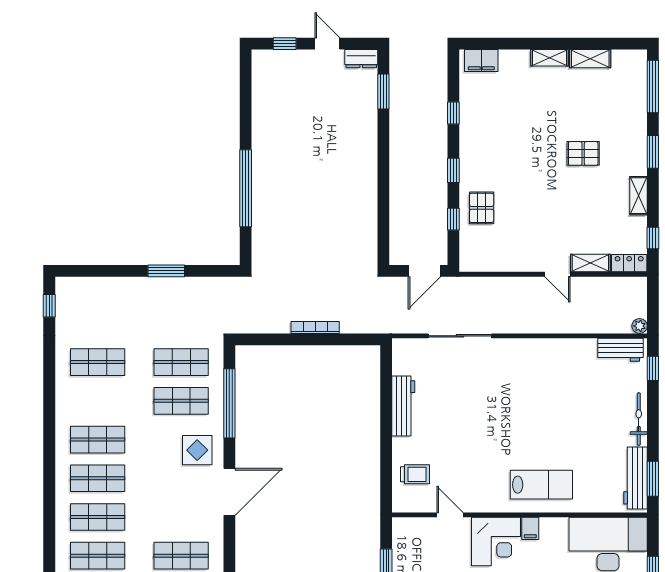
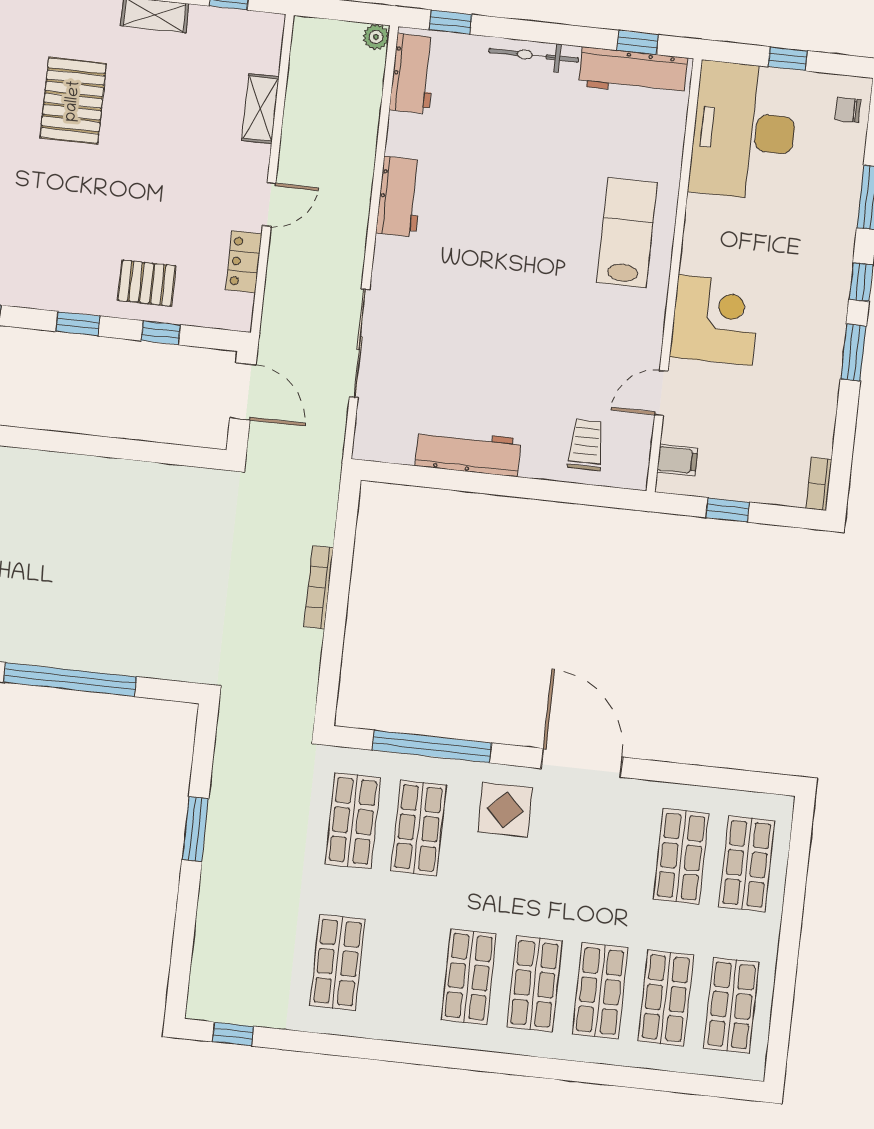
pallet: (583, 153) -> (73, 101), width x1.50, depth x1.42
locker: (629, 263) -> (244, 262), moved
door: (557, 274) -> (269, 204), moved
workbench: (548, 350) -> (400, 197), added
window: (653, 479) -> (638, 42), width x0.67
filing cabinet: (530, 528) -> (677, 460), moved

